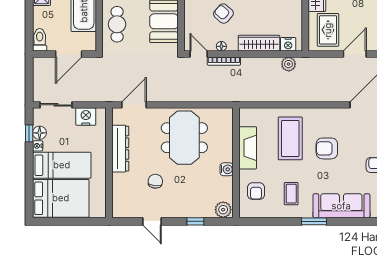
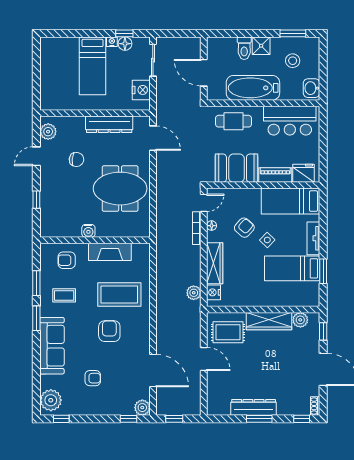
toilet: (40, 40) -> (244, 48), moved, turned 90
bed: (61, 198) -> (59, 65), removed
plant: (223, 210) -> (48, 132), moved
window: (279, 221) -> (36, 283), added

